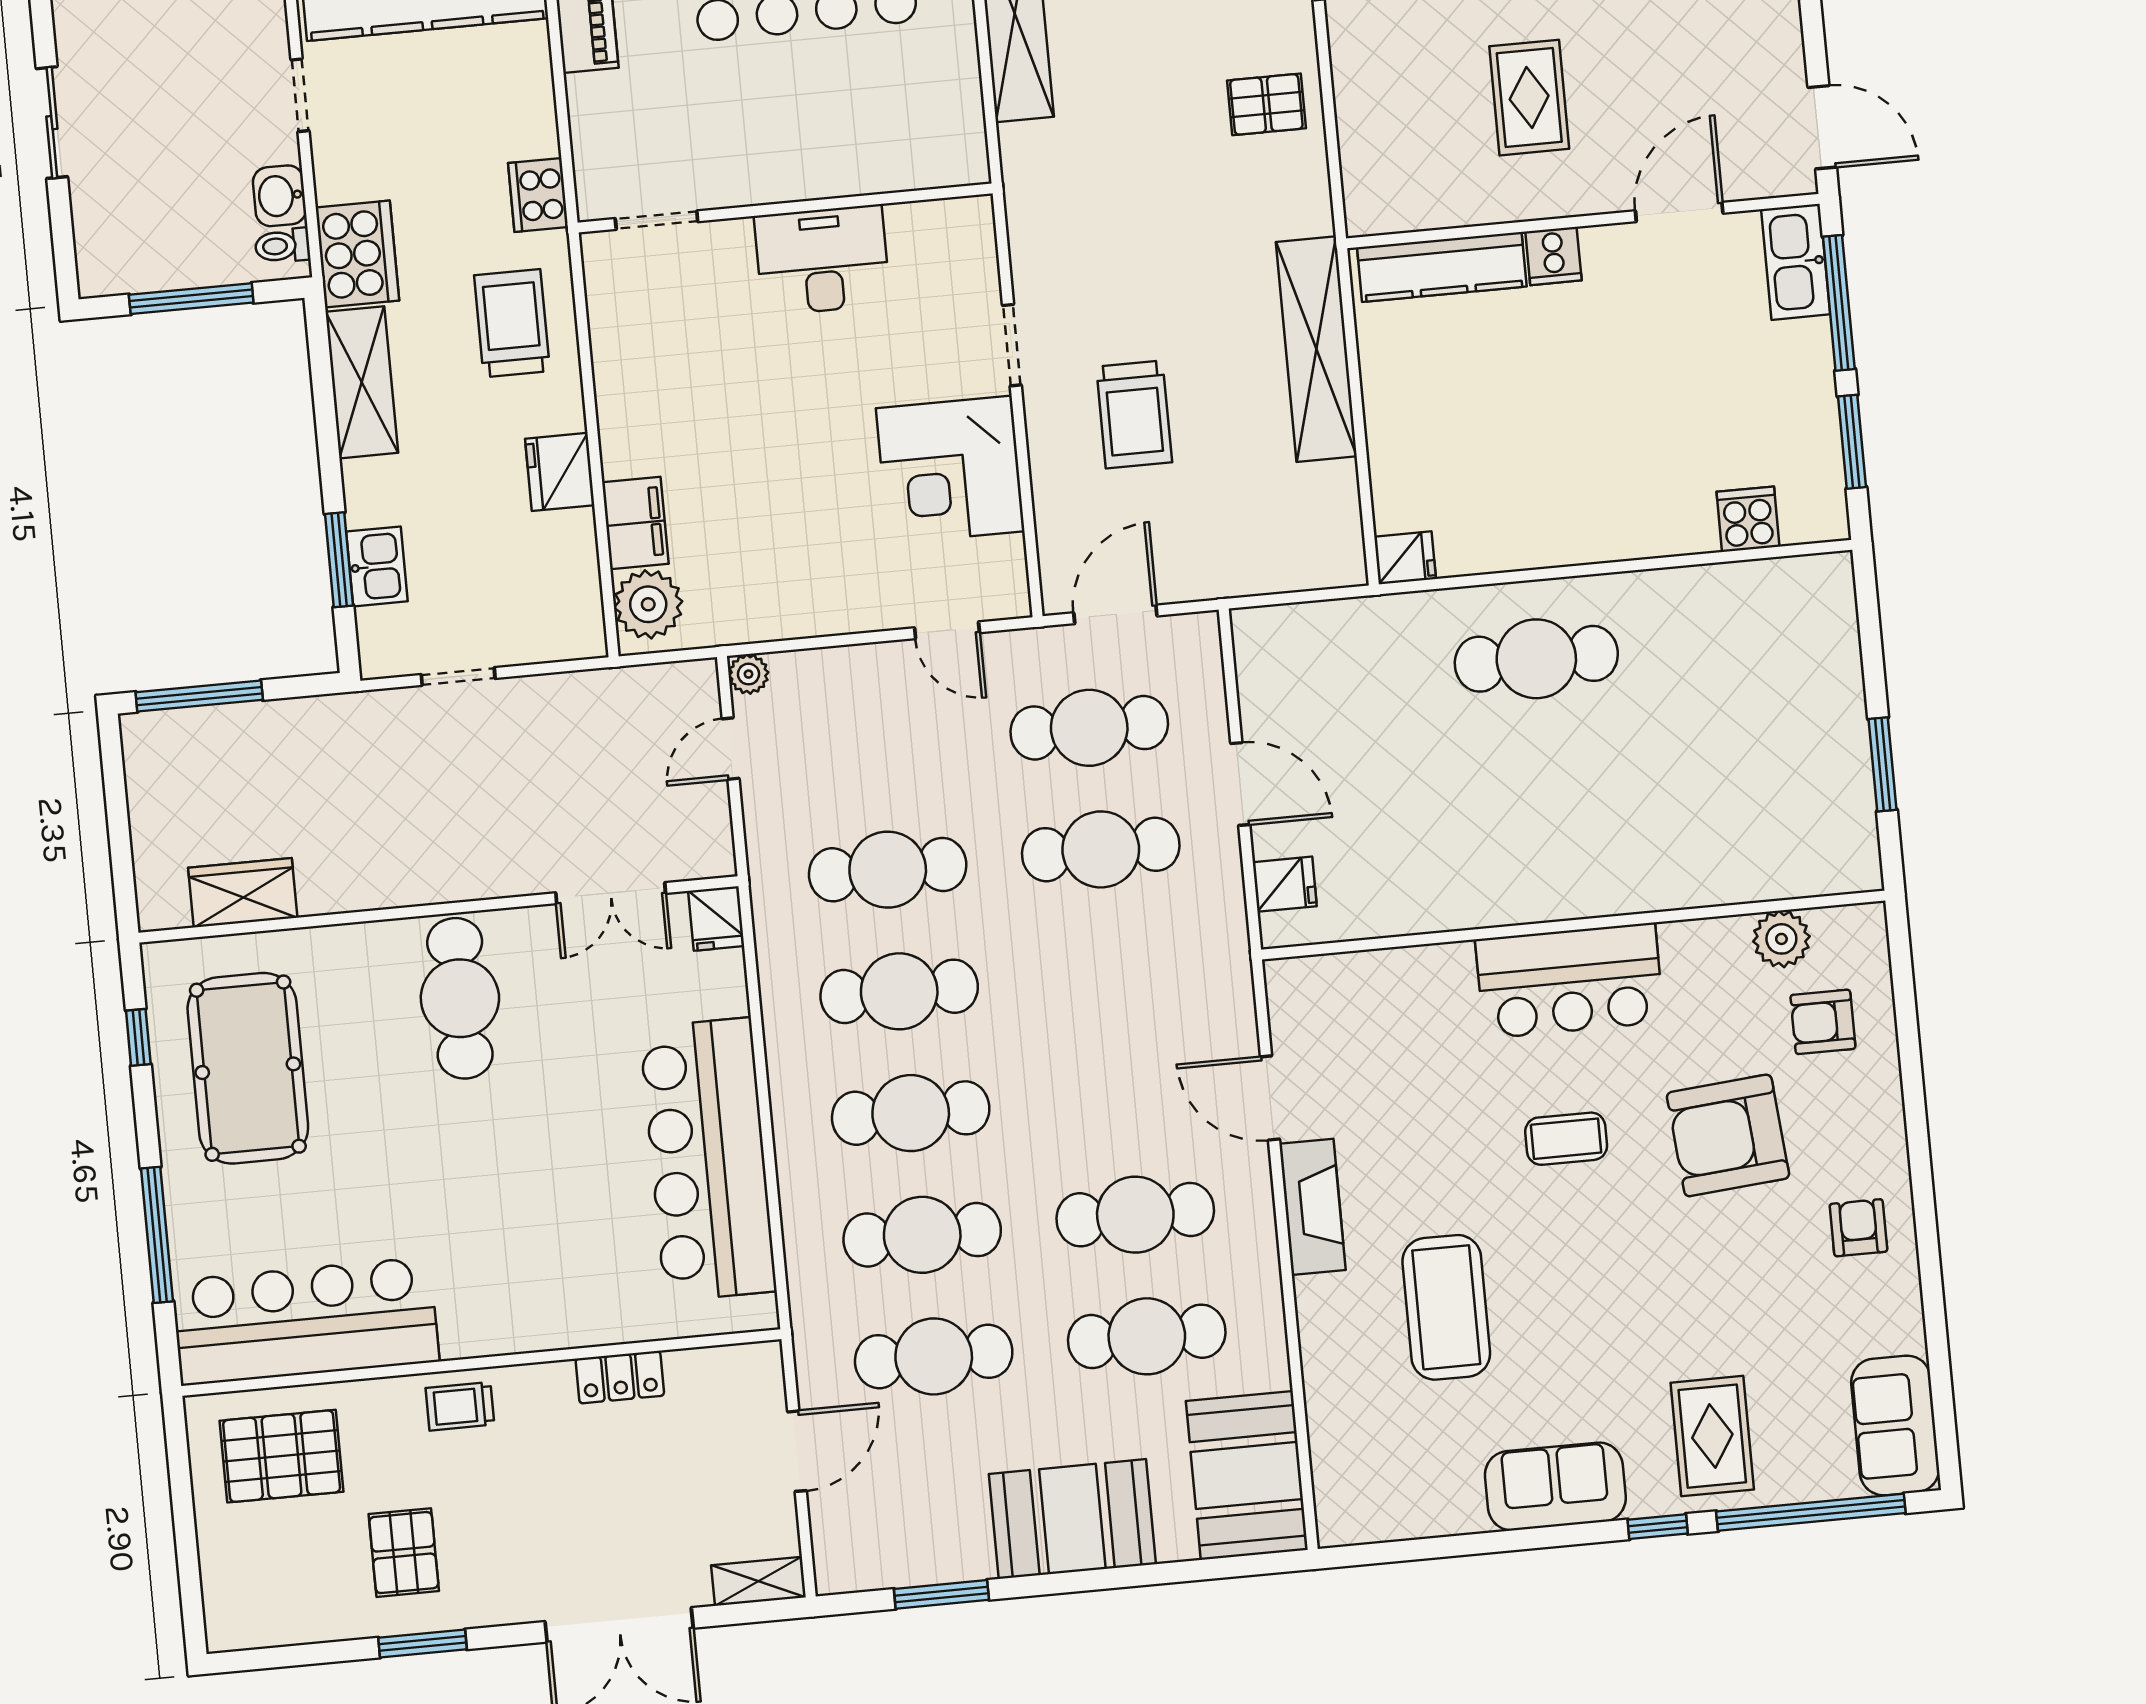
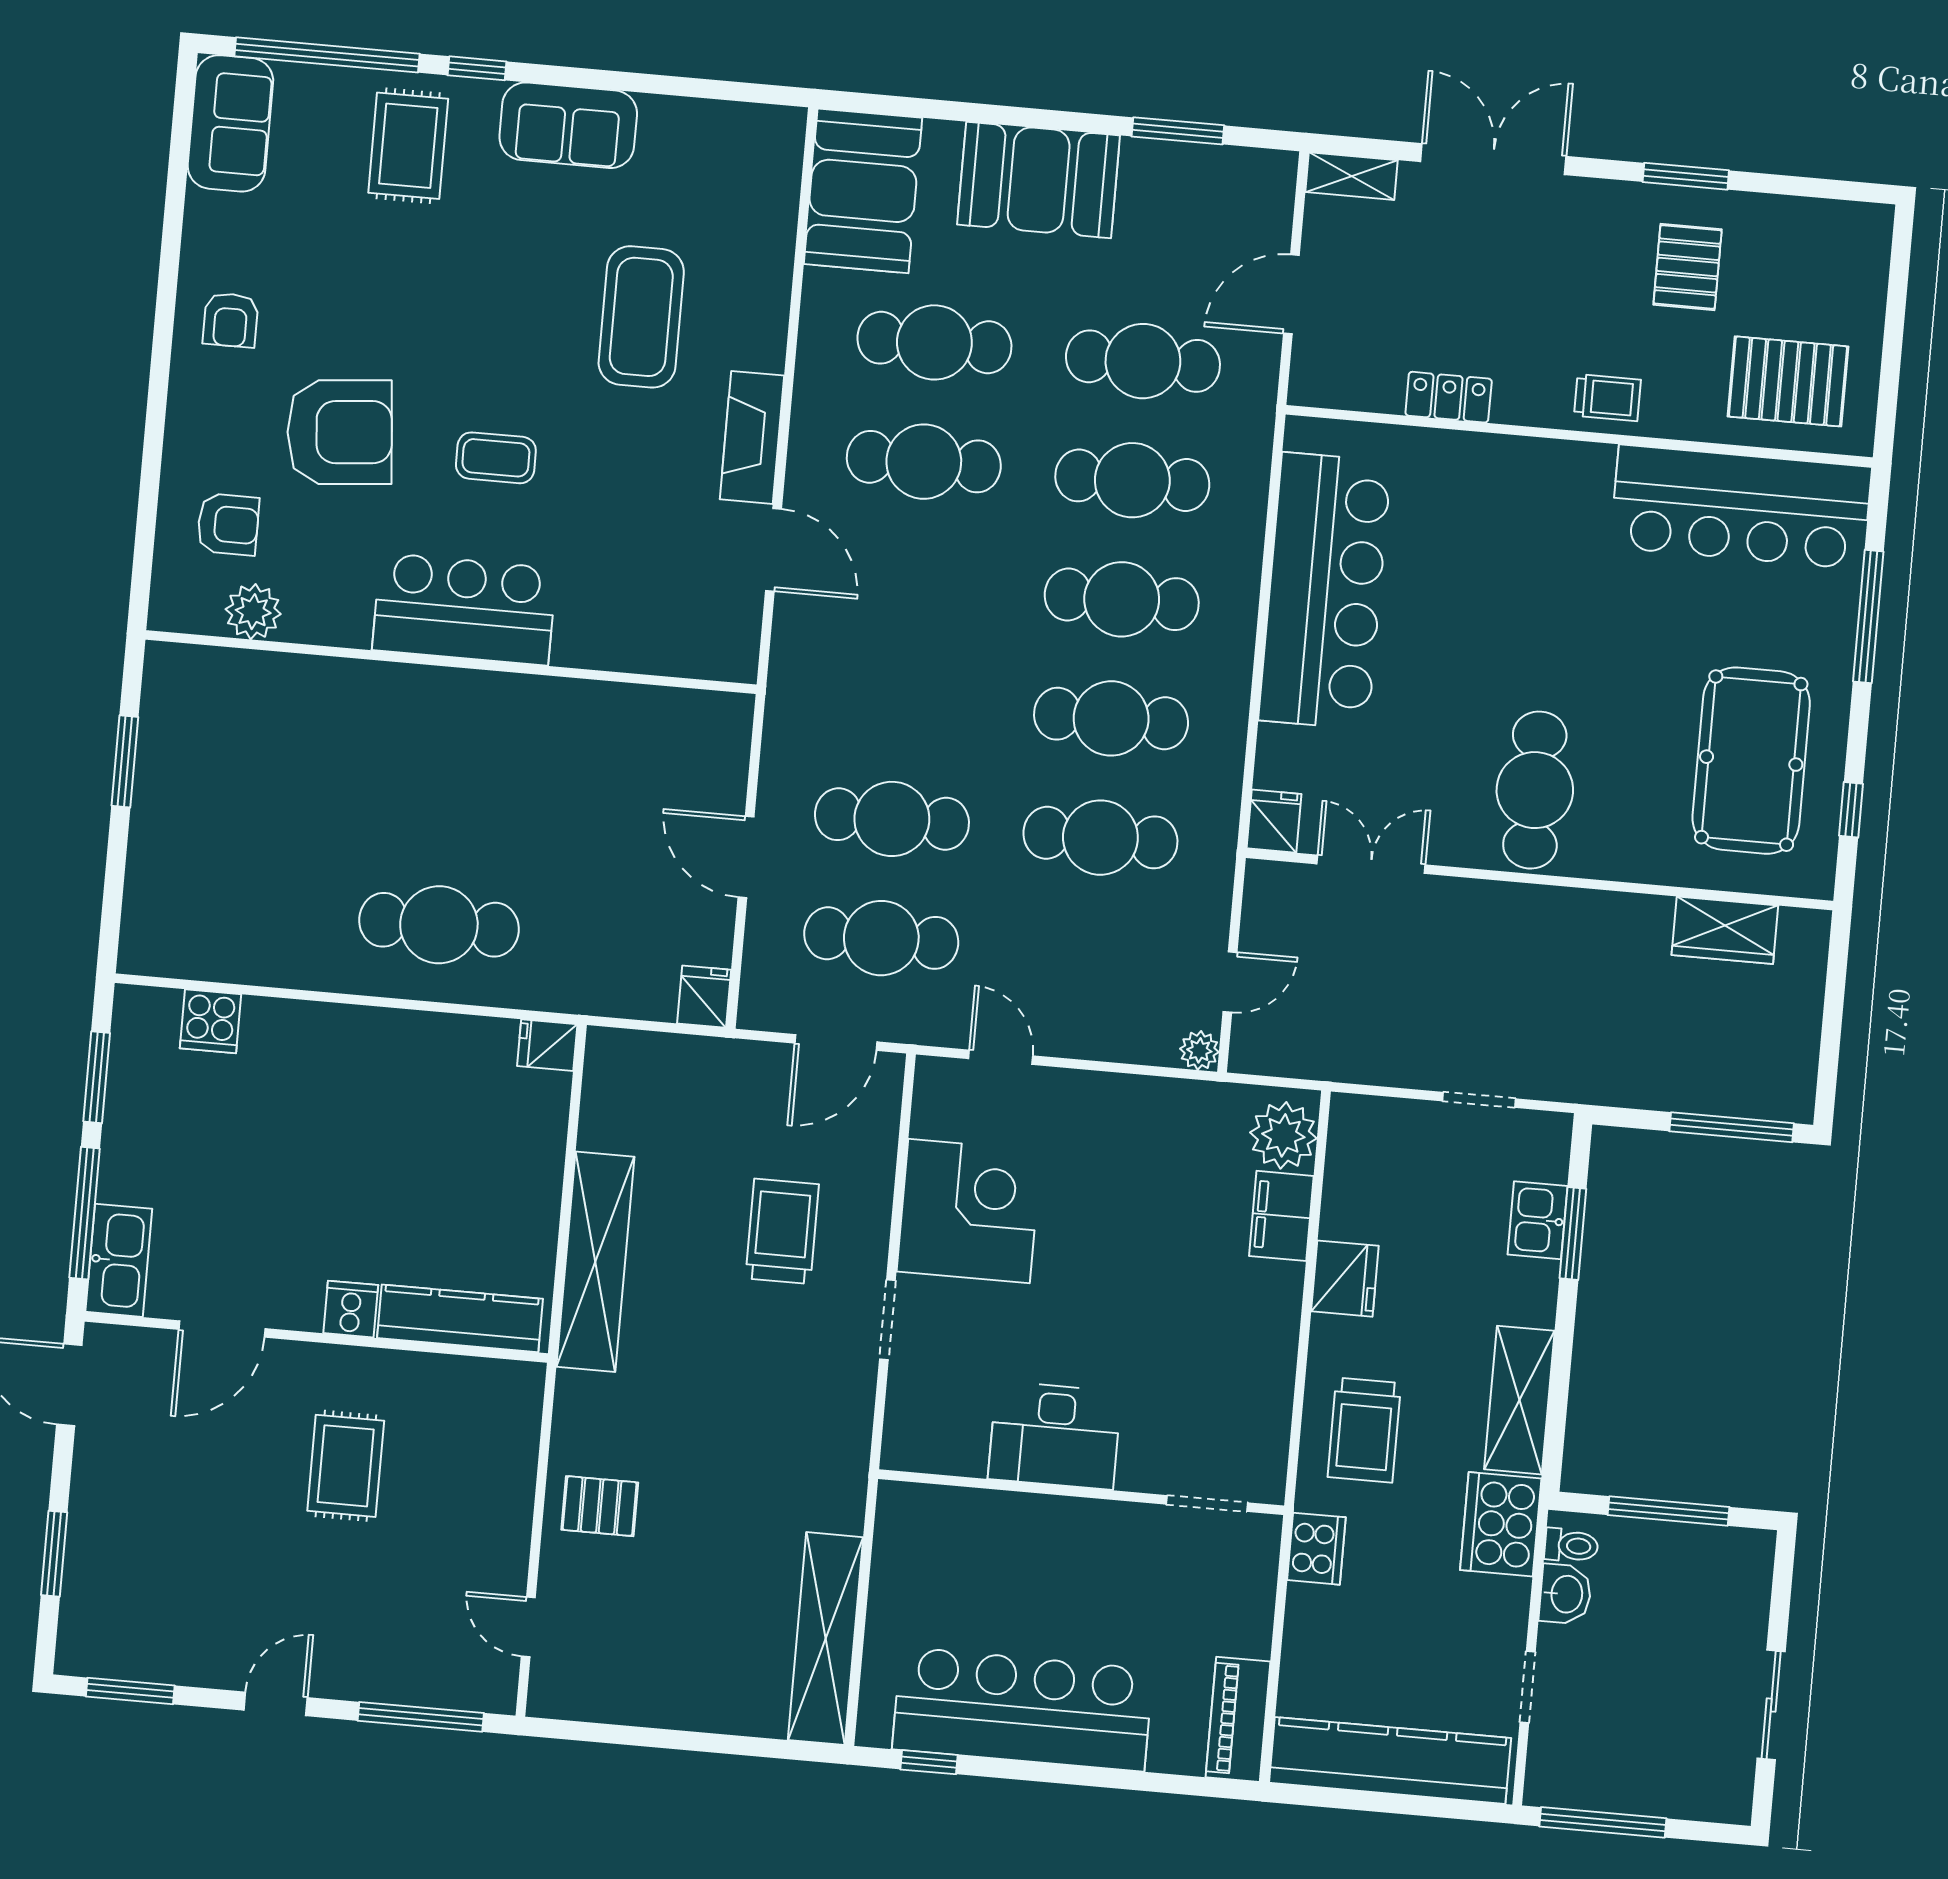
fridge: (1285, 884) -> (704, 997), moved, turned 90

